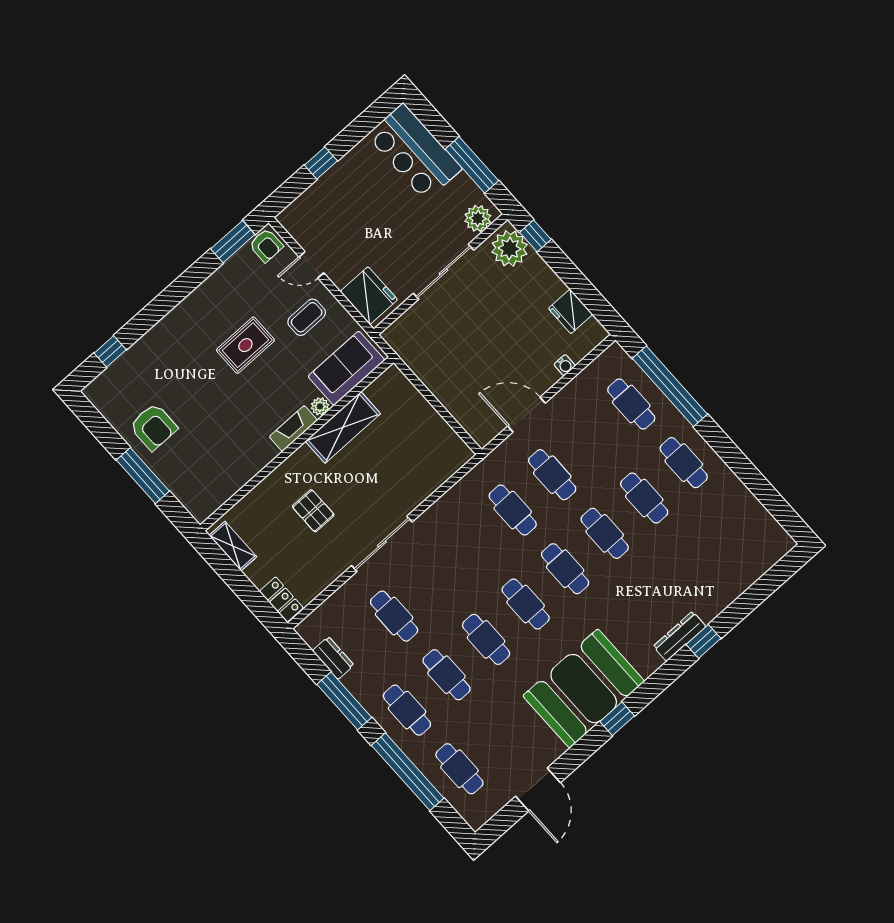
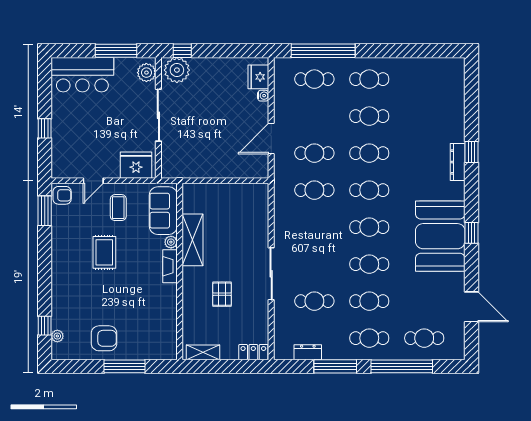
fridge: (571, 311) -> (258, 77), moved, turned 90
plant: (111, 375) -> (57, 336), added
pallet: (313, 511) -> (222, 294), turned 90

